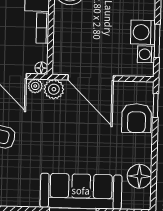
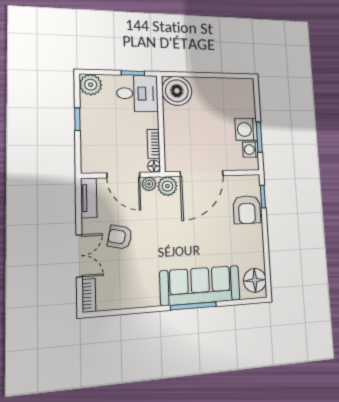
bookcase: (43, 28) -> (153, 144), moved
door: (91, 78) -> (202, 174), hinge flipped
floor lamp: (139, 176) -> (255, 280), moved

